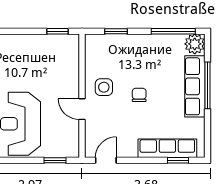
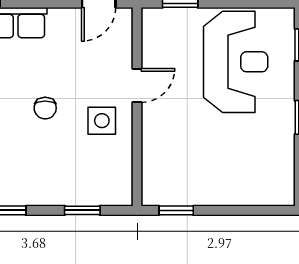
door: (82, 109) -> (137, 86), hinge flipped

